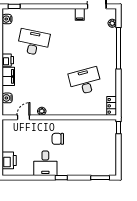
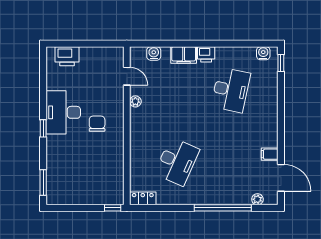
desk: (85, 81) -> (177, 162), turned 39
desk: (45, 163) -> (63, 112), width x1.37

